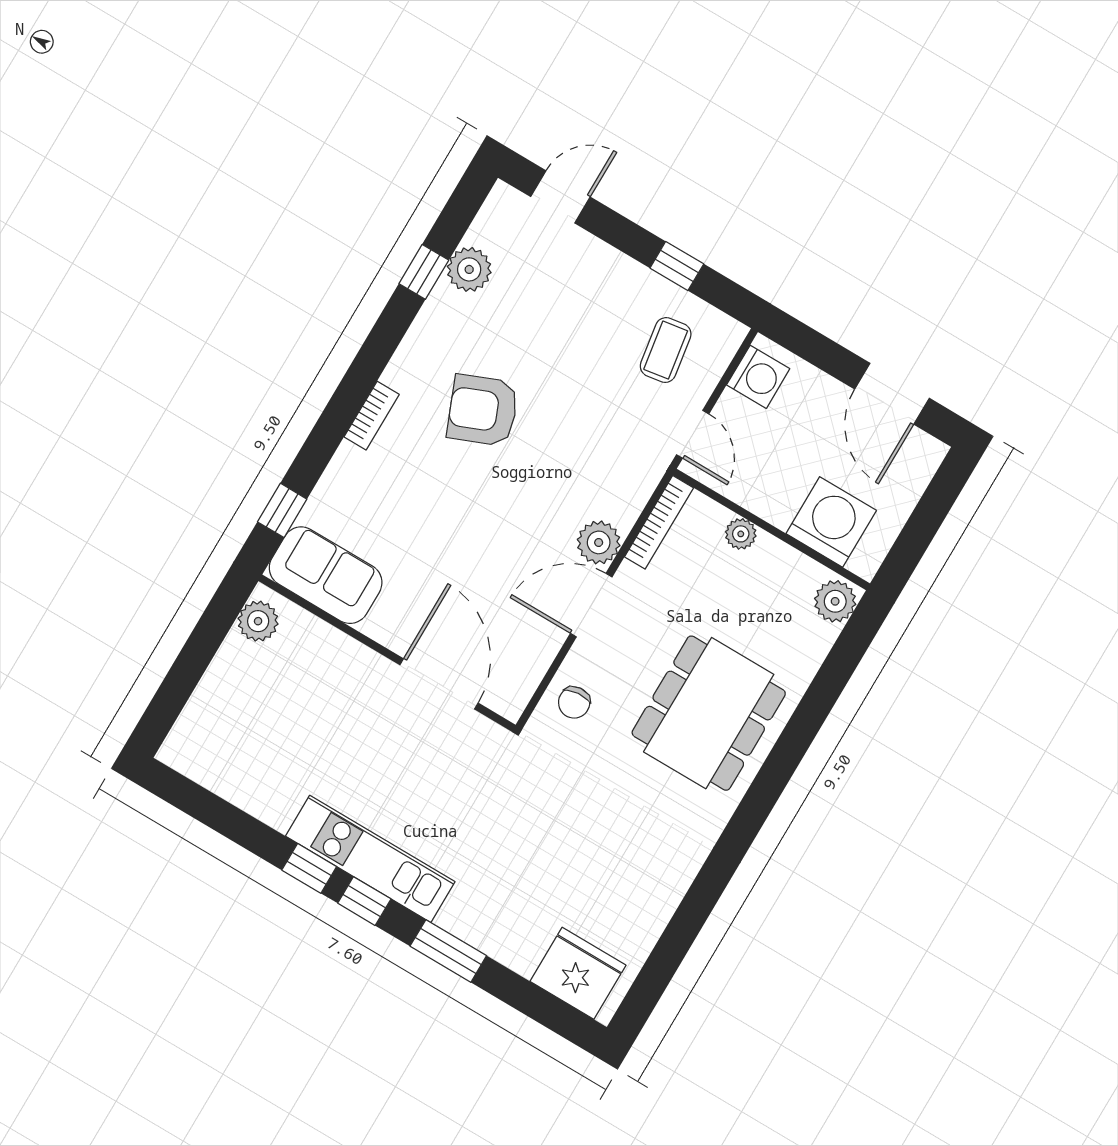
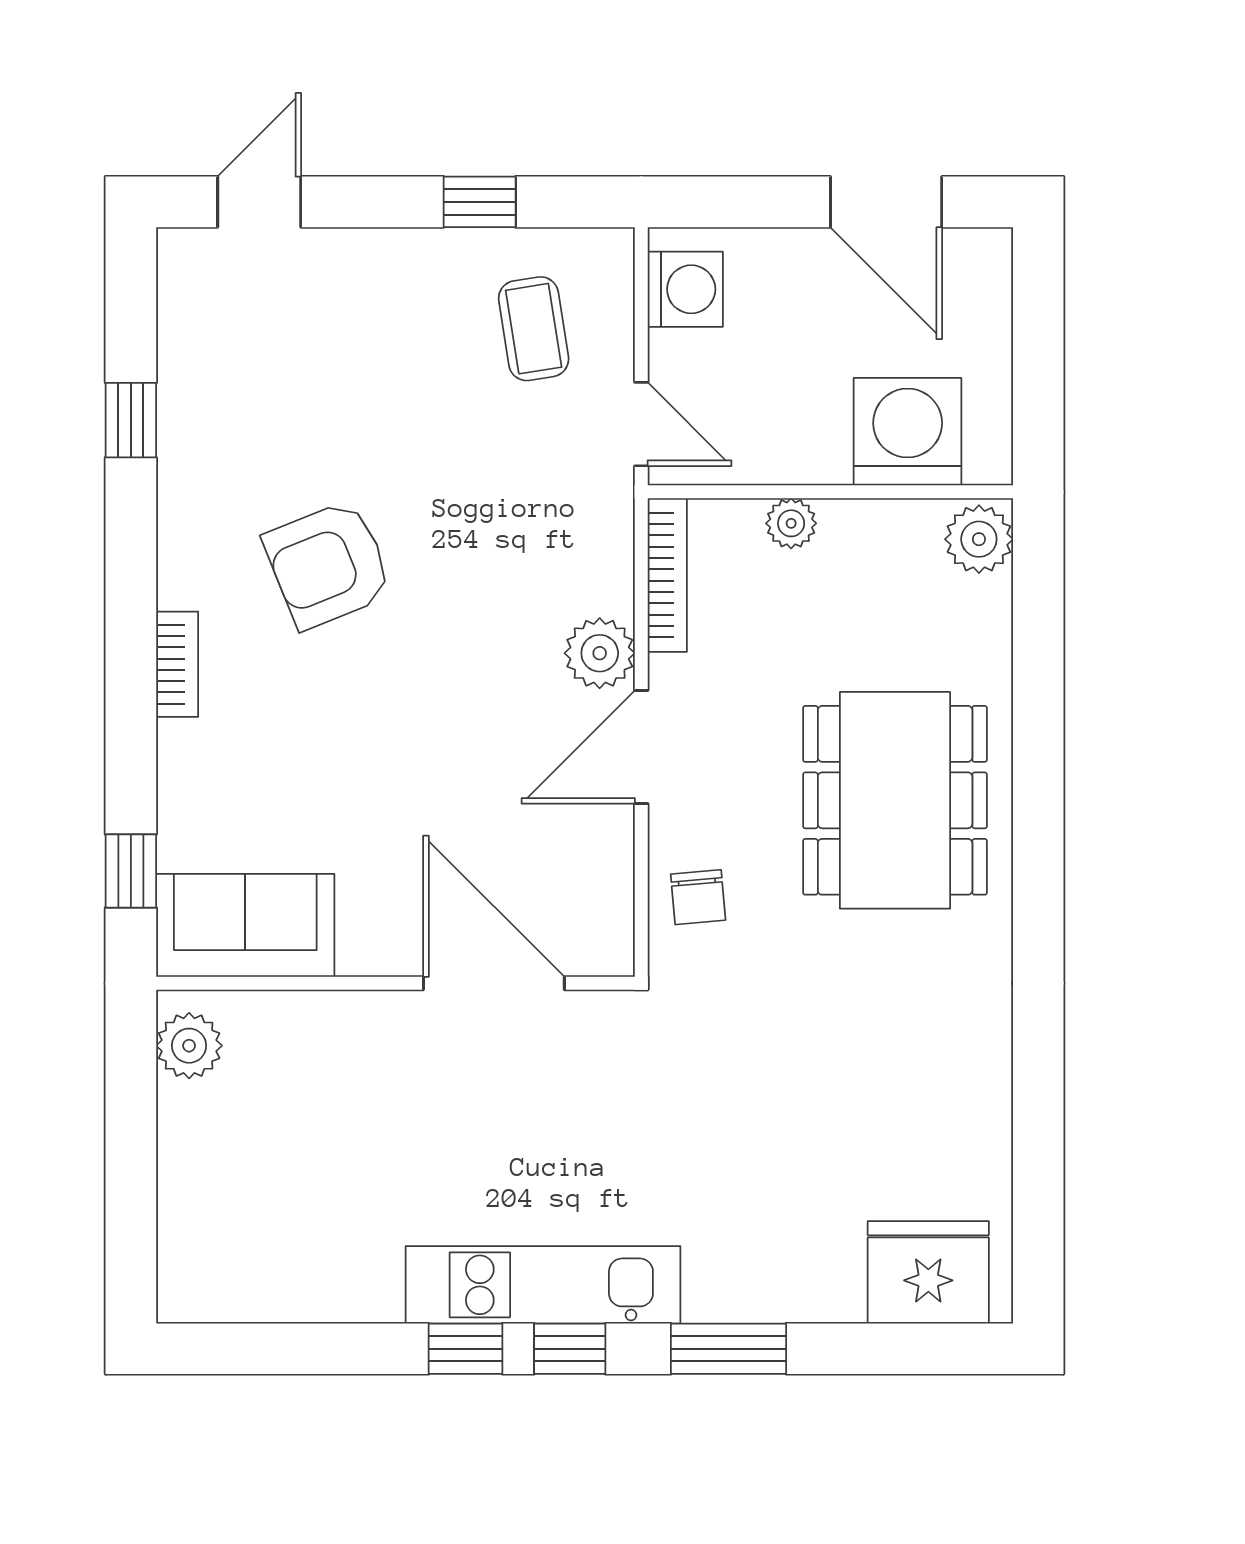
plant: (469, 269) -> (192, 379), removed

